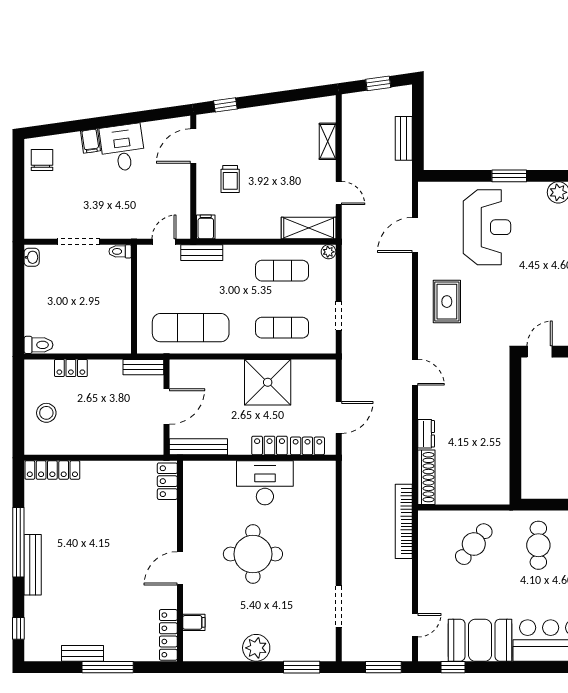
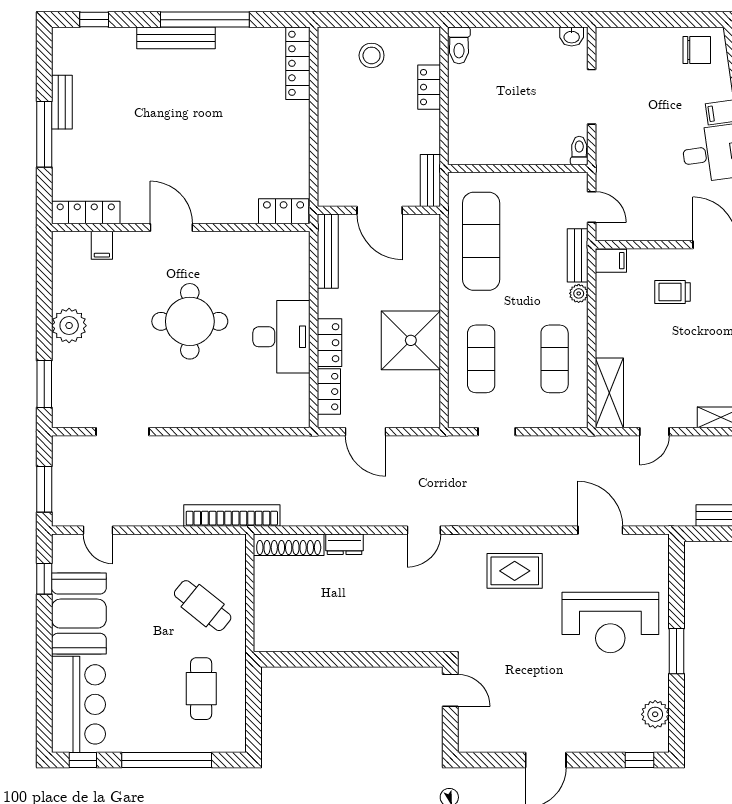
plant: (329, 252) -> (579, 293), moved
cafe table: (538, 545) -> (201, 689), turned 90

